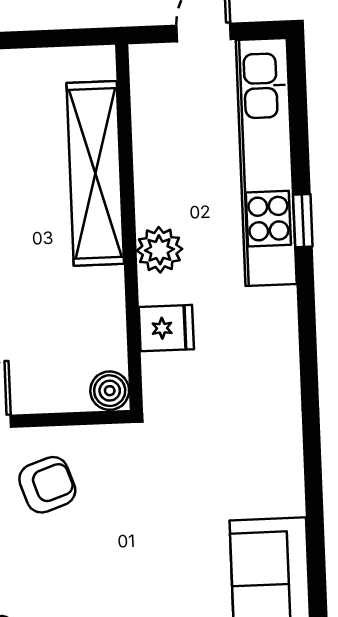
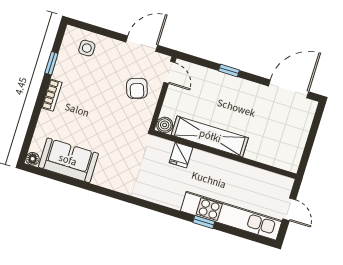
shelving: (95, 173) -> (210, 136), moved
plant: (159, 250) -> (212, 163), removed

